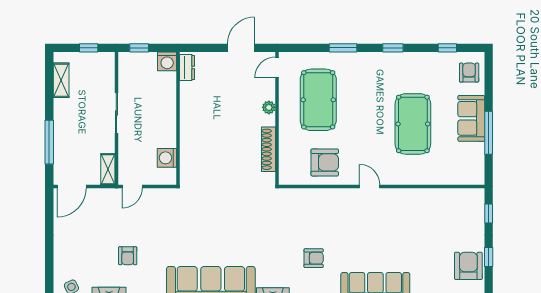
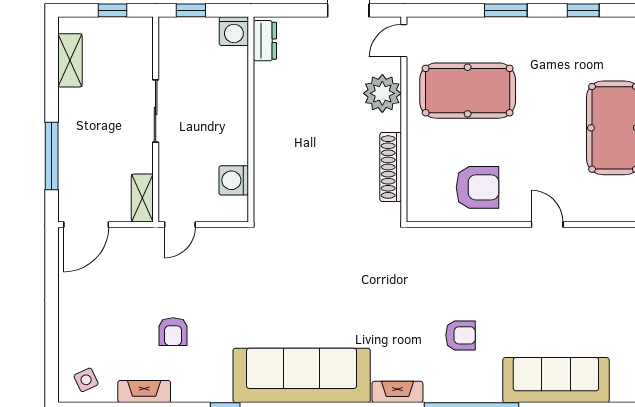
pool table: (318, 100) -> (468, 91), turned 90
plant: (269, 107) -> (382, 93), width x1.87, depth x1.87

